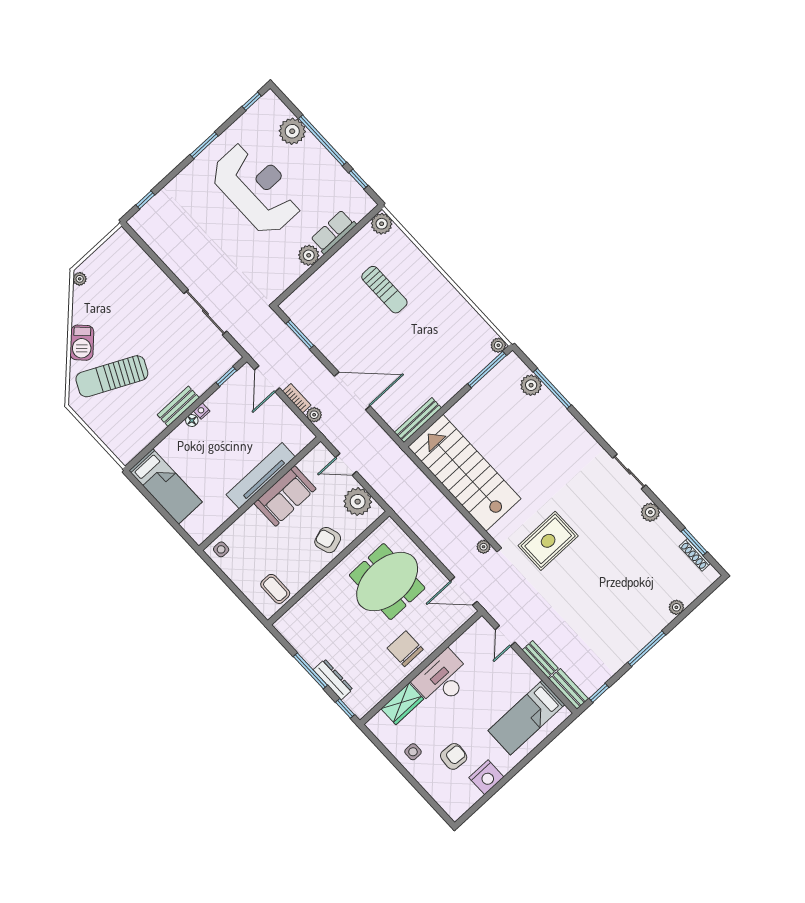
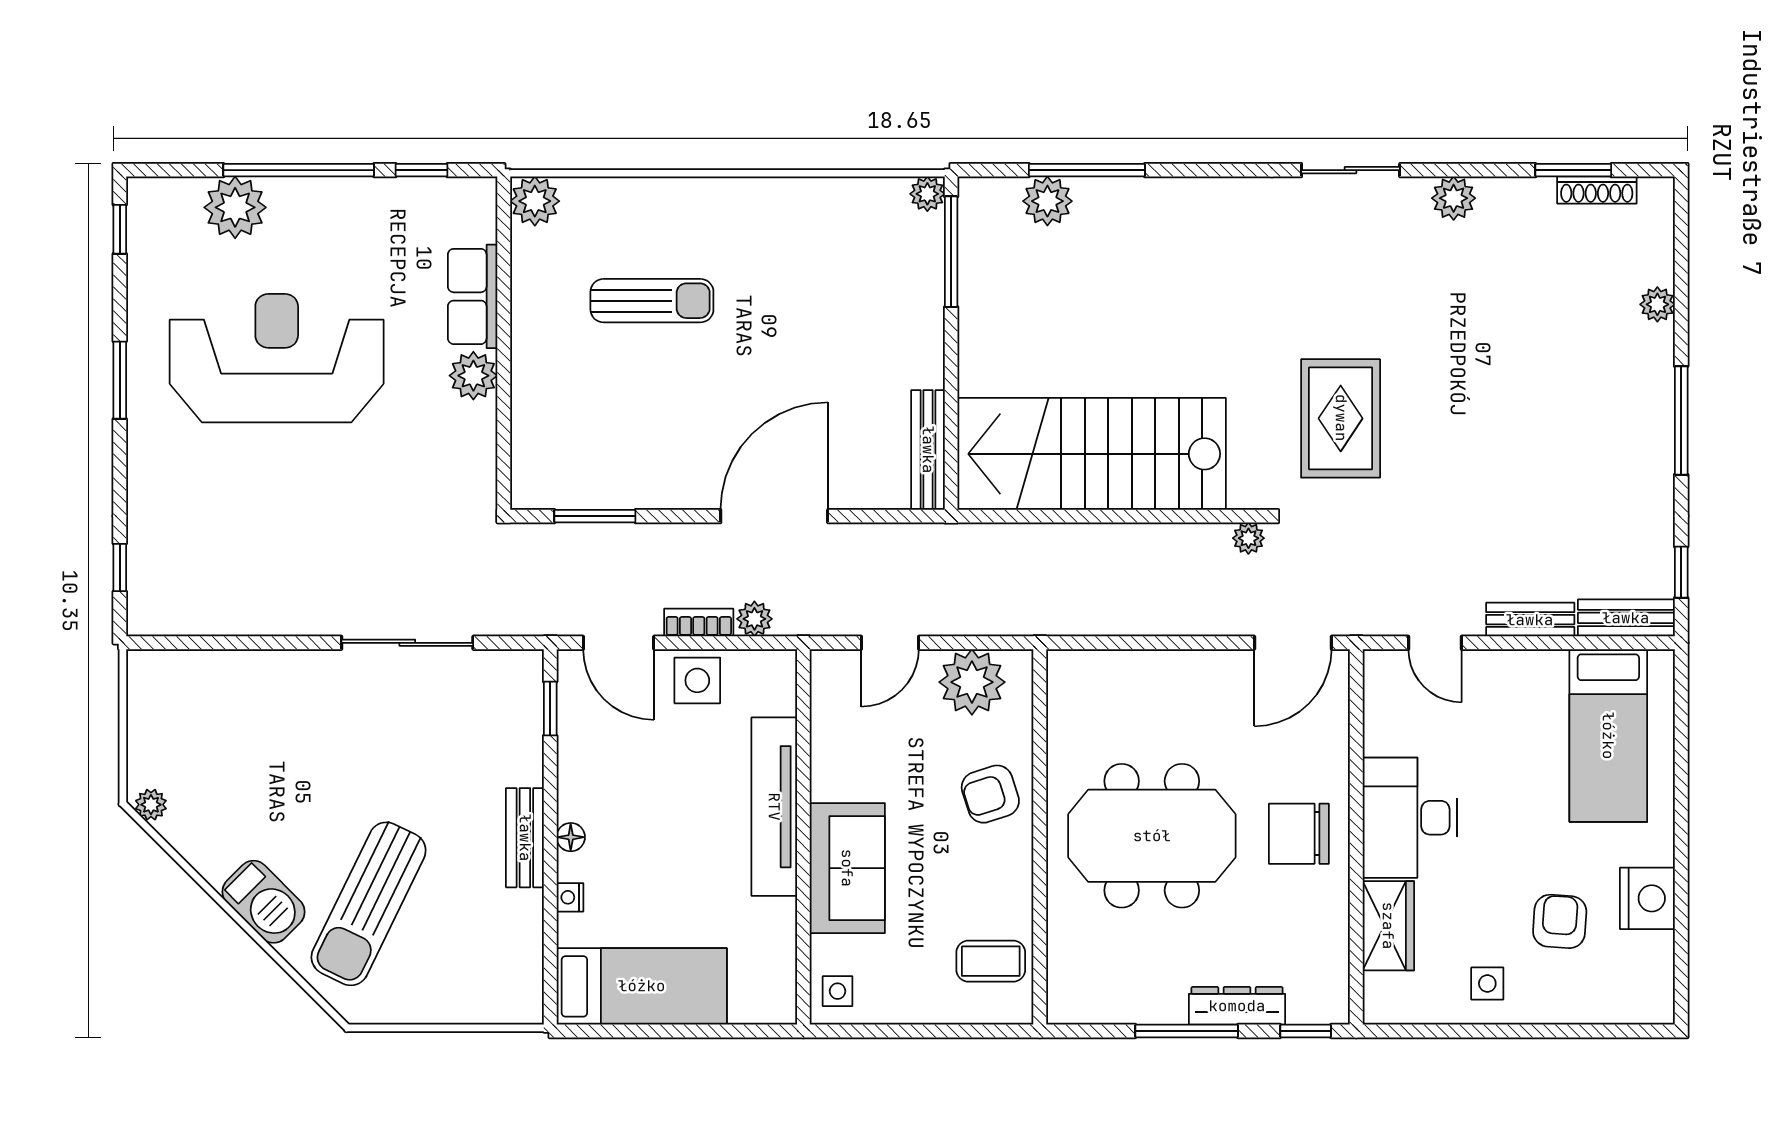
nightstand: (202, 411) -> (570, 897), moved
side table: (278, 415) -> (697, 680), added
sofa: (285, 496) -> (847, 868), moved
meeting table: (387, 582) -> (1152, 836), moved, turned 90

